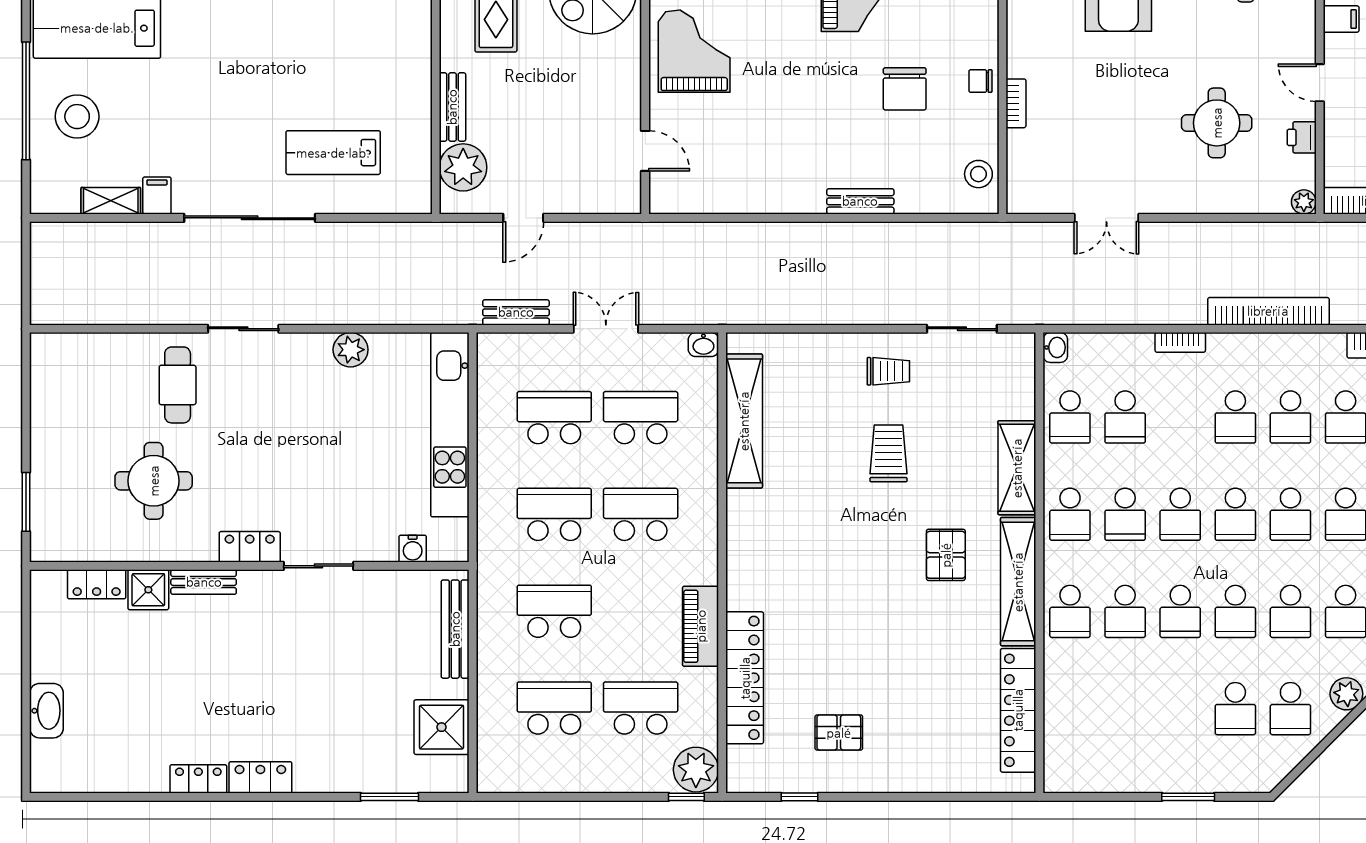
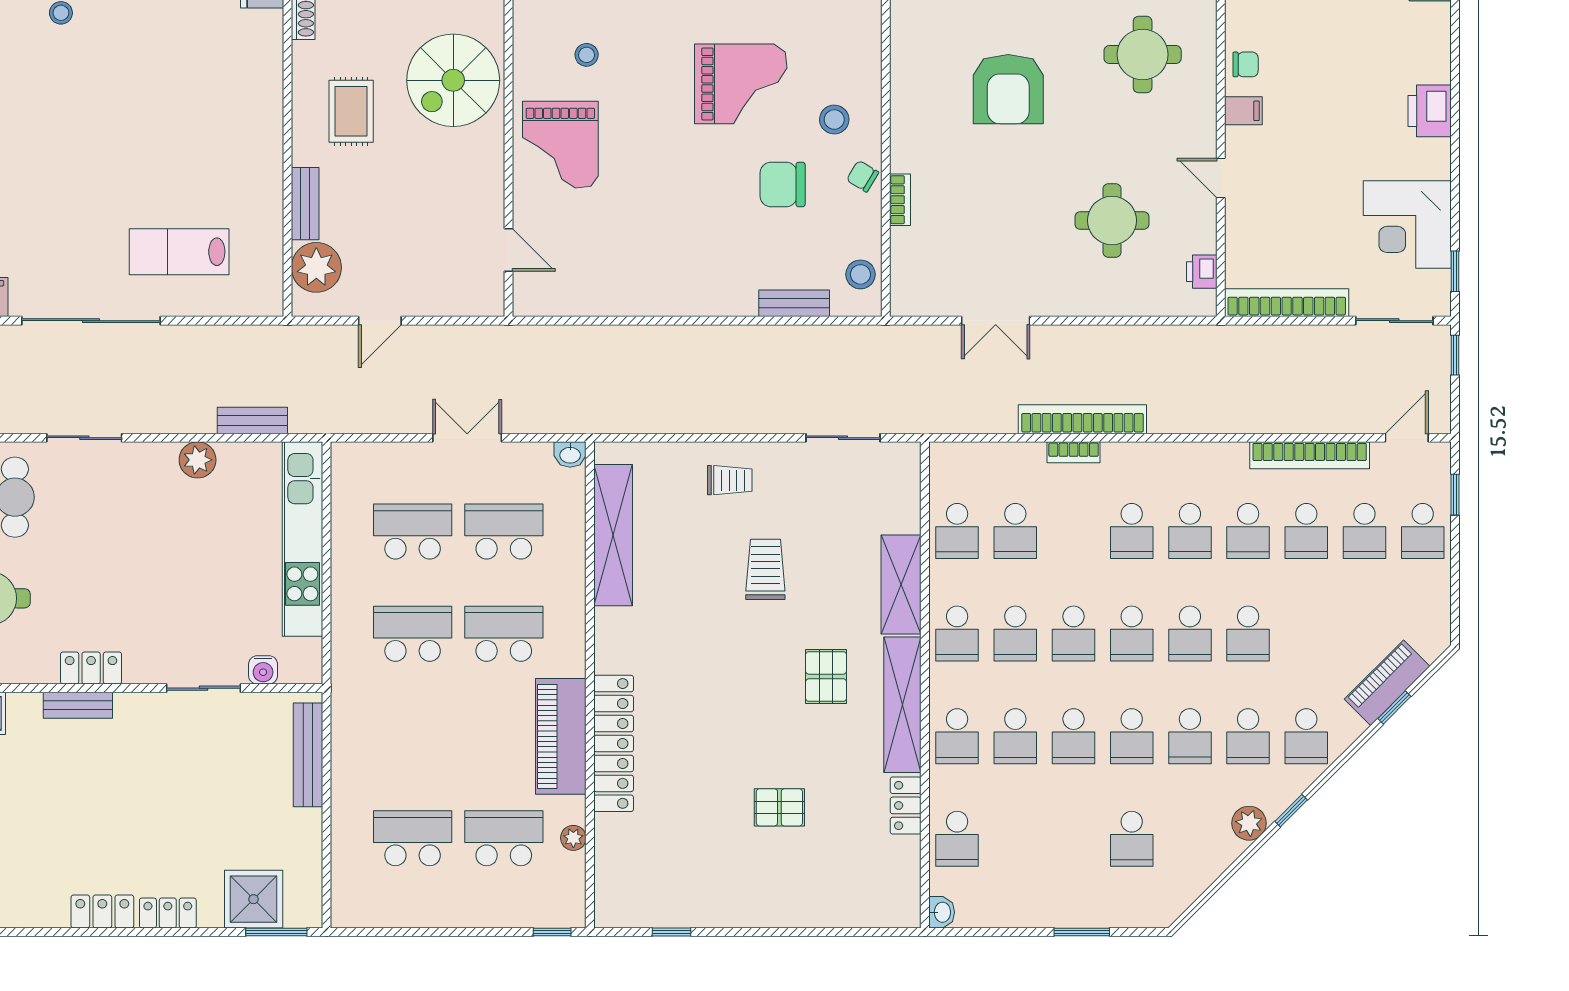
stool: (954, 27) -> (834, 120), added
grand piano: (694, 51) -> (560, 145), turned 180
chair: (980, 81) -> (863, 176), turned 31
chair: (905, 89) -> (783, 184), turned 90
printer: (1302, 137) -> (1202, 272), moved
bench: (860, 201) -> (794, 303), moved
plant: (1304, 202) -> (1204, 304), removed
bookcase: (1268, 311) -> (1082, 419), moved
bench: (516, 312) -> (252, 420), moved
washbasin: (1055, 347) -> (942, 912), moved
trolley: (888, 371) -> (730, 480), moved
sliding door: (319, 566) -> (204, 688), moved
bench: (204, 582) -> (78, 705), moved
school desk: (554, 611) -> (413, 736), removed
piano: (701, 626) -> (561, 736), width x1.37, depth x1.33
locker: (745, 678) -> (614, 743), moved
school desk: (1290, 709) -> (957, 839), moved
locker: (1018, 710) -> (906, 805), width x0.46, depth x0.83
shower: (442, 727) -> (254, 899), moved
pallet: (839, 733) -> (779, 807), moved
plant: (696, 770) -> (573, 838), moved, width x0.53, depth x0.53
locker: (198, 779) -> (168, 913), moved
window: (390, 797) -> (276, 932), moved

